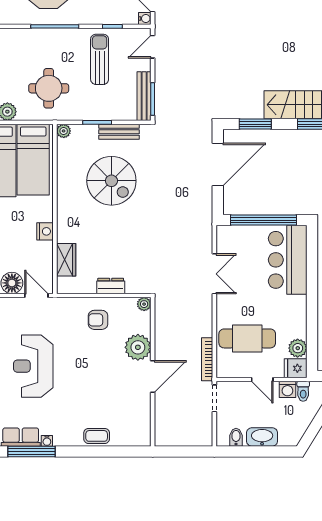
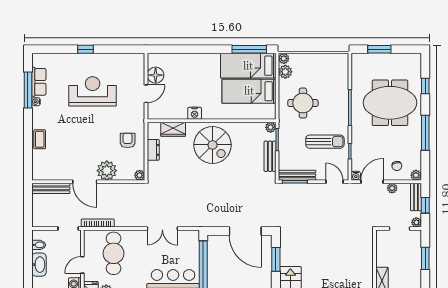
plant: (64, 131) -> (271, 127), moved
spiral stairs: (111, 181) -> (213, 145), moved, turned -90
wall: (55, 209) -> (212, 121), moved
nightstand: (45, 231) -> (195, 113), moved
wardrobe: (66, 260) -> (173, 129), moved
bench: (161, 421) -> (51, 188), added

